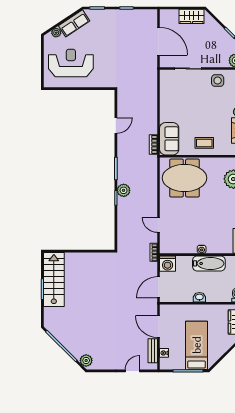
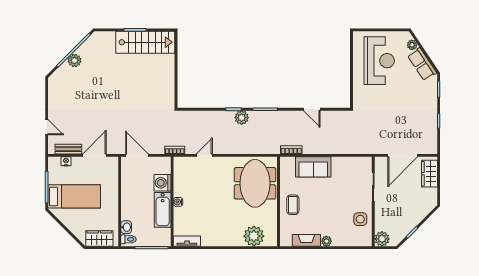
wardrobe: (192, 16) -> (430, 174), moved
sofa: (169, 139) -> (313, 167), moved
washing machine: (168, 264) -> (162, 183), moved
washbasin: (199, 297) -> (126, 227), moved
plant: (86, 360) -> (75, 60), moved

